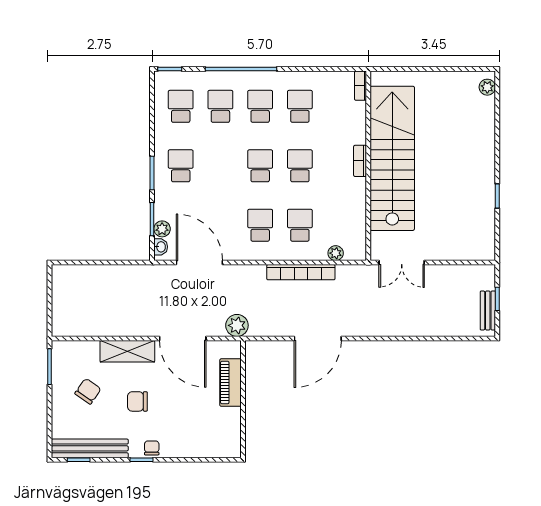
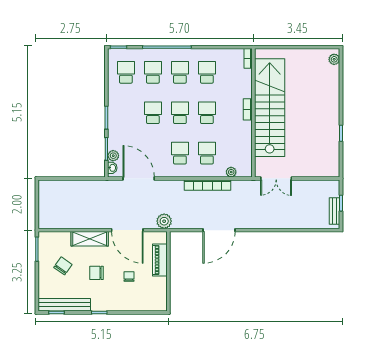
school desk: (181, 166) -> (153, 113), moved
chair: (152, 448) -> (129, 277), moved

